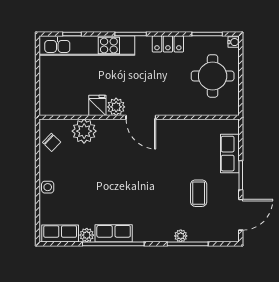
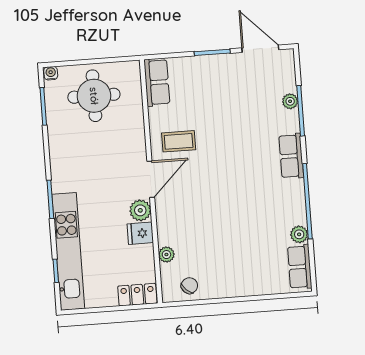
locker: (168, 44) -> (137, 295), moved, turned -90
plant: (84, 131) -> (166, 255), width x0.53, depth x0.53
row of seats: (230, 154) -> (157, 82), moved, turned -90
side table: (48, 187) -> (244, 286), removed
coffee table: (199, 193) -> (179, 141), moved
row of seats: (114, 233) -> (291, 156), moved
plant: (181, 236) -> (290, 101), moved

